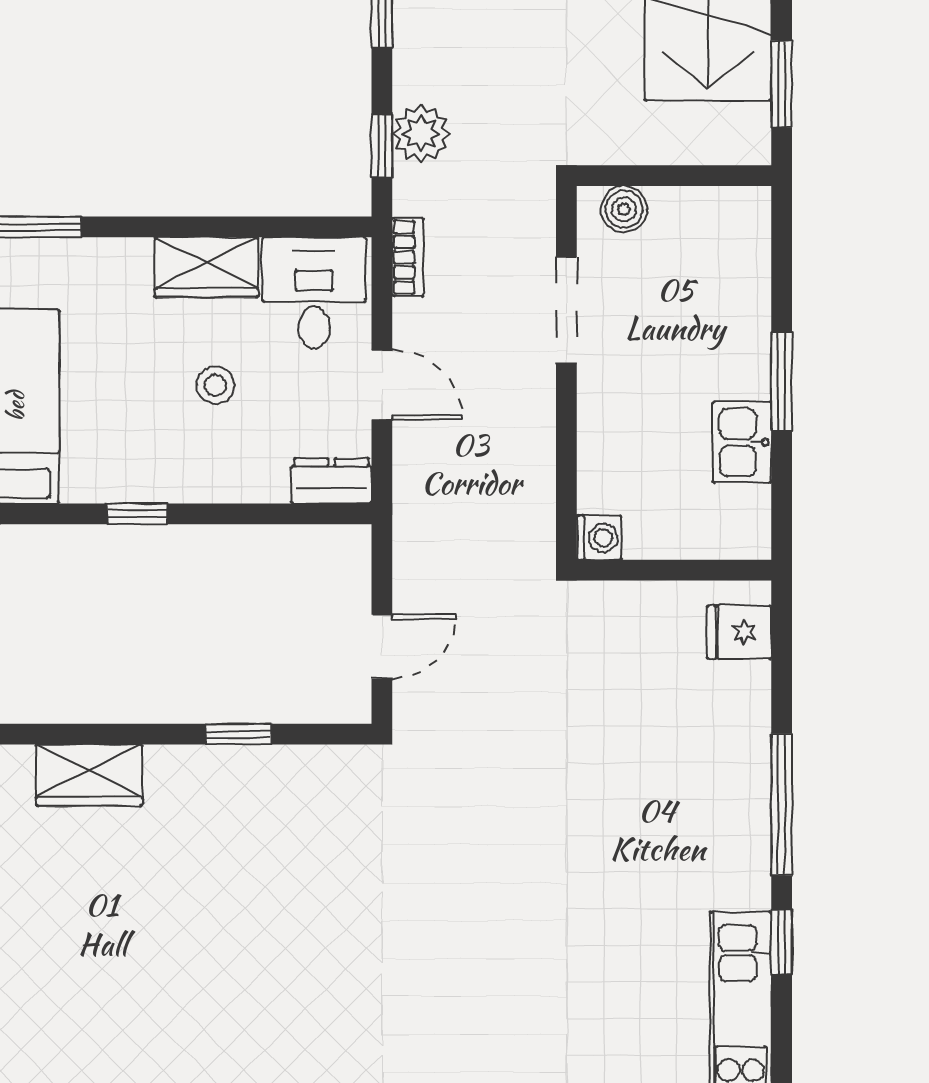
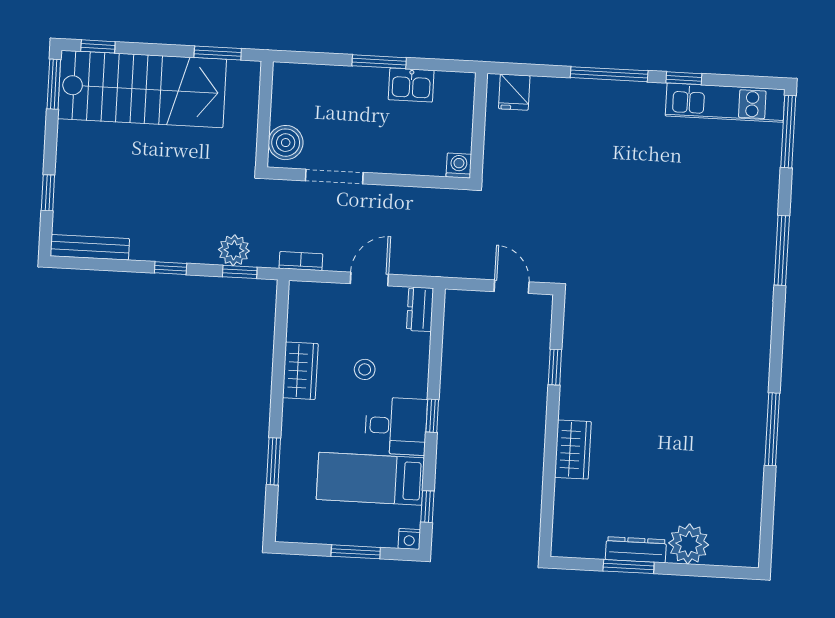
boiler: (624, 209) -> (286, 143), width x1.36, depth x1.36
desk: (314, 293) -> (396, 426), moved, turned 180

